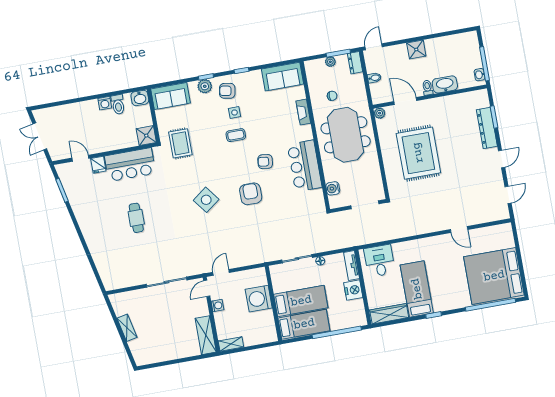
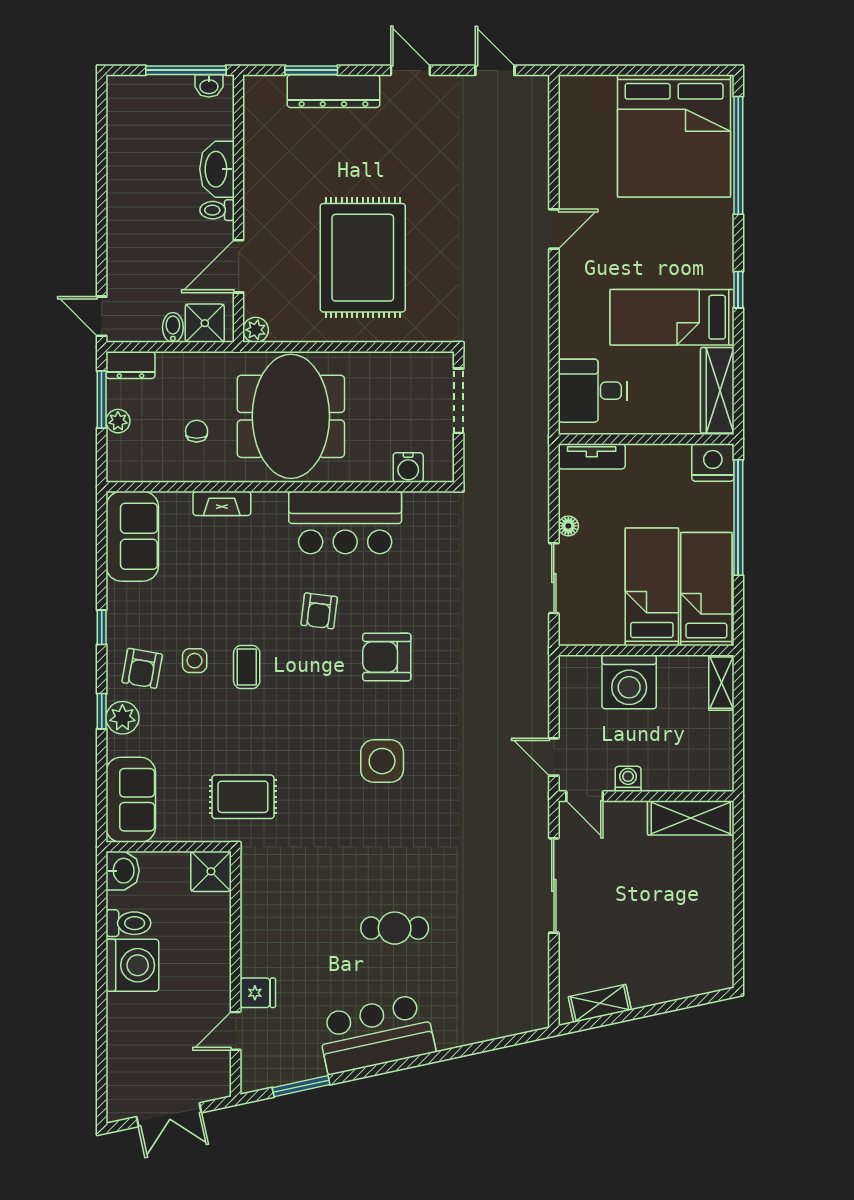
shower: (416, 49) -> (205, 323), moved
washing machine: (105, 103) -> (132, 965), width x1.89, depth x1.89
meeting table: (346, 135) -> (291, 416), turned 90
rug: (418, 153) -> (363, 258), turned 90
bar counter: (130, 165) -> (376, 1034), moved, turned -102
side table: (206, 200) -> (382, 761), turned 37
door: (459, 230) -> (554, 229), moved
nightstand: (353, 290) -> (713, 462), moved
shelving: (127, 328) -> (600, 1003), moved
shelving: (231, 344) -> (721, 683), moved

